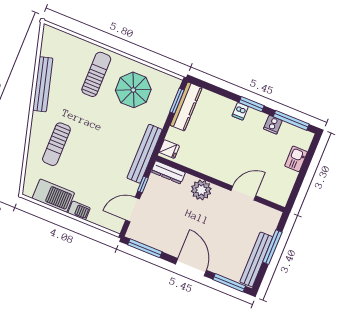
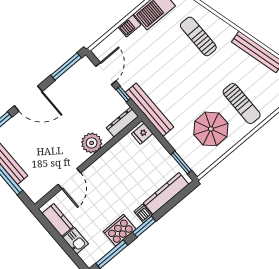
kitchen counter: (186, 106) -> (166, 194), moved, turned 90
cooker: (273, 125) -> (120, 230), width x1.87, depth x1.31
kitchen counter: (286, 185) -> (58, 220), added

